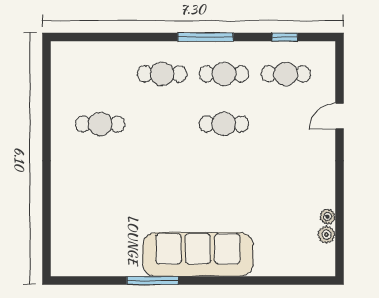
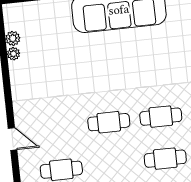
cafe table: (224, 74) -> (161, 117), moved
door: (339, 116) -> (13, 139), hinge flipped

